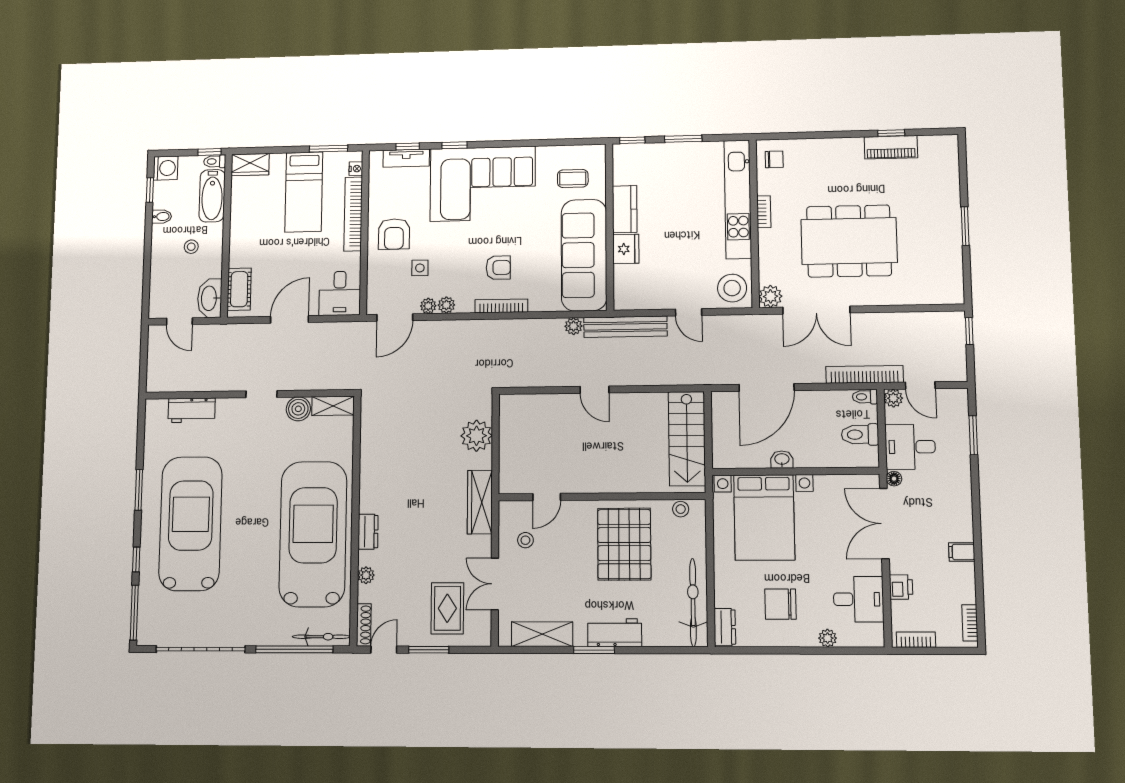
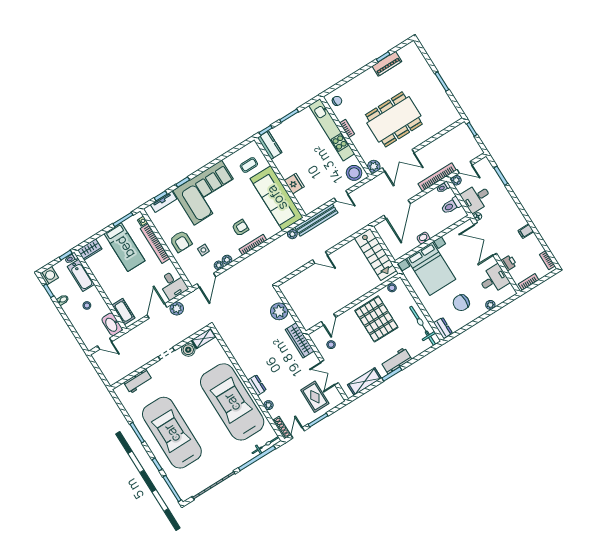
kitchen counter: (625, 209) -> (270, 145), moved
plant: (322, 334) -> (177, 309), added

